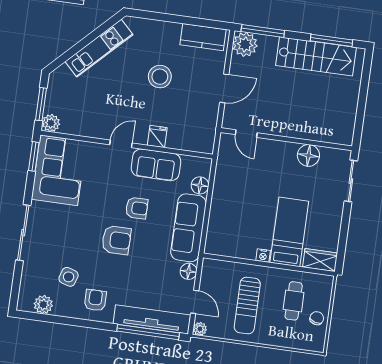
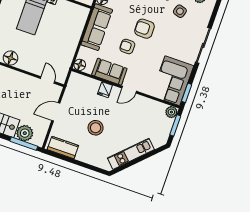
plant: (245, 44) -> (25, 133), moved
floor lamp: (200, 185) -> (80, 65), moved

